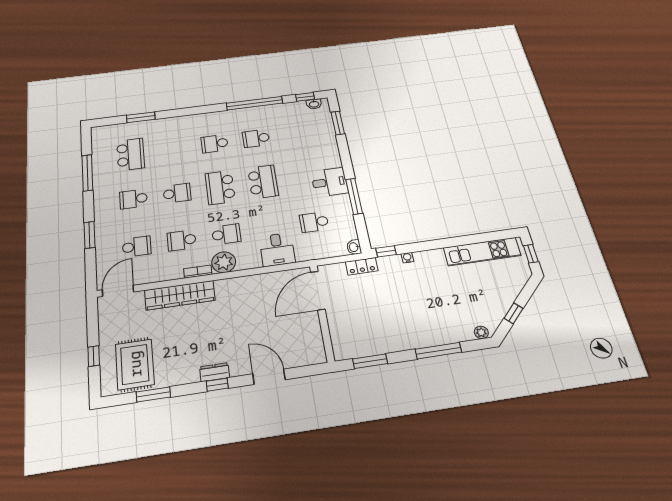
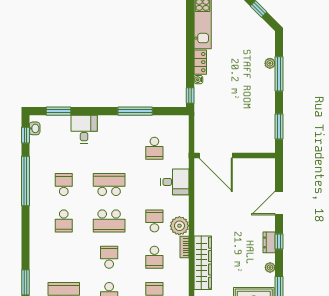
school desk: (256, 138) -> (64, 185), turned 180
desk: (329, 182) -> (84, 129), moved
washbasin: (354, 247) -> (182, 120), removed
locker: (362, 266) -> (200, 62), moved
plant: (481, 332) -> (270, 63), moved
plant: (181, 378) -> (270, 267), added

